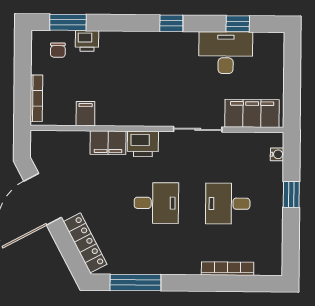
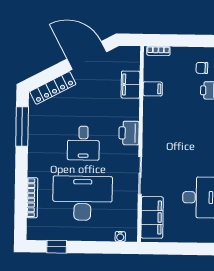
bookcase: (36, 98) -> (158, 51), width x0.64
filing cabinet: (108, 143) -> (130, 85), moved
window: (291, 194) -> (57, 247), moved
desk: (228, 204) -> (82, 198), width x1.87, depth x1.30

